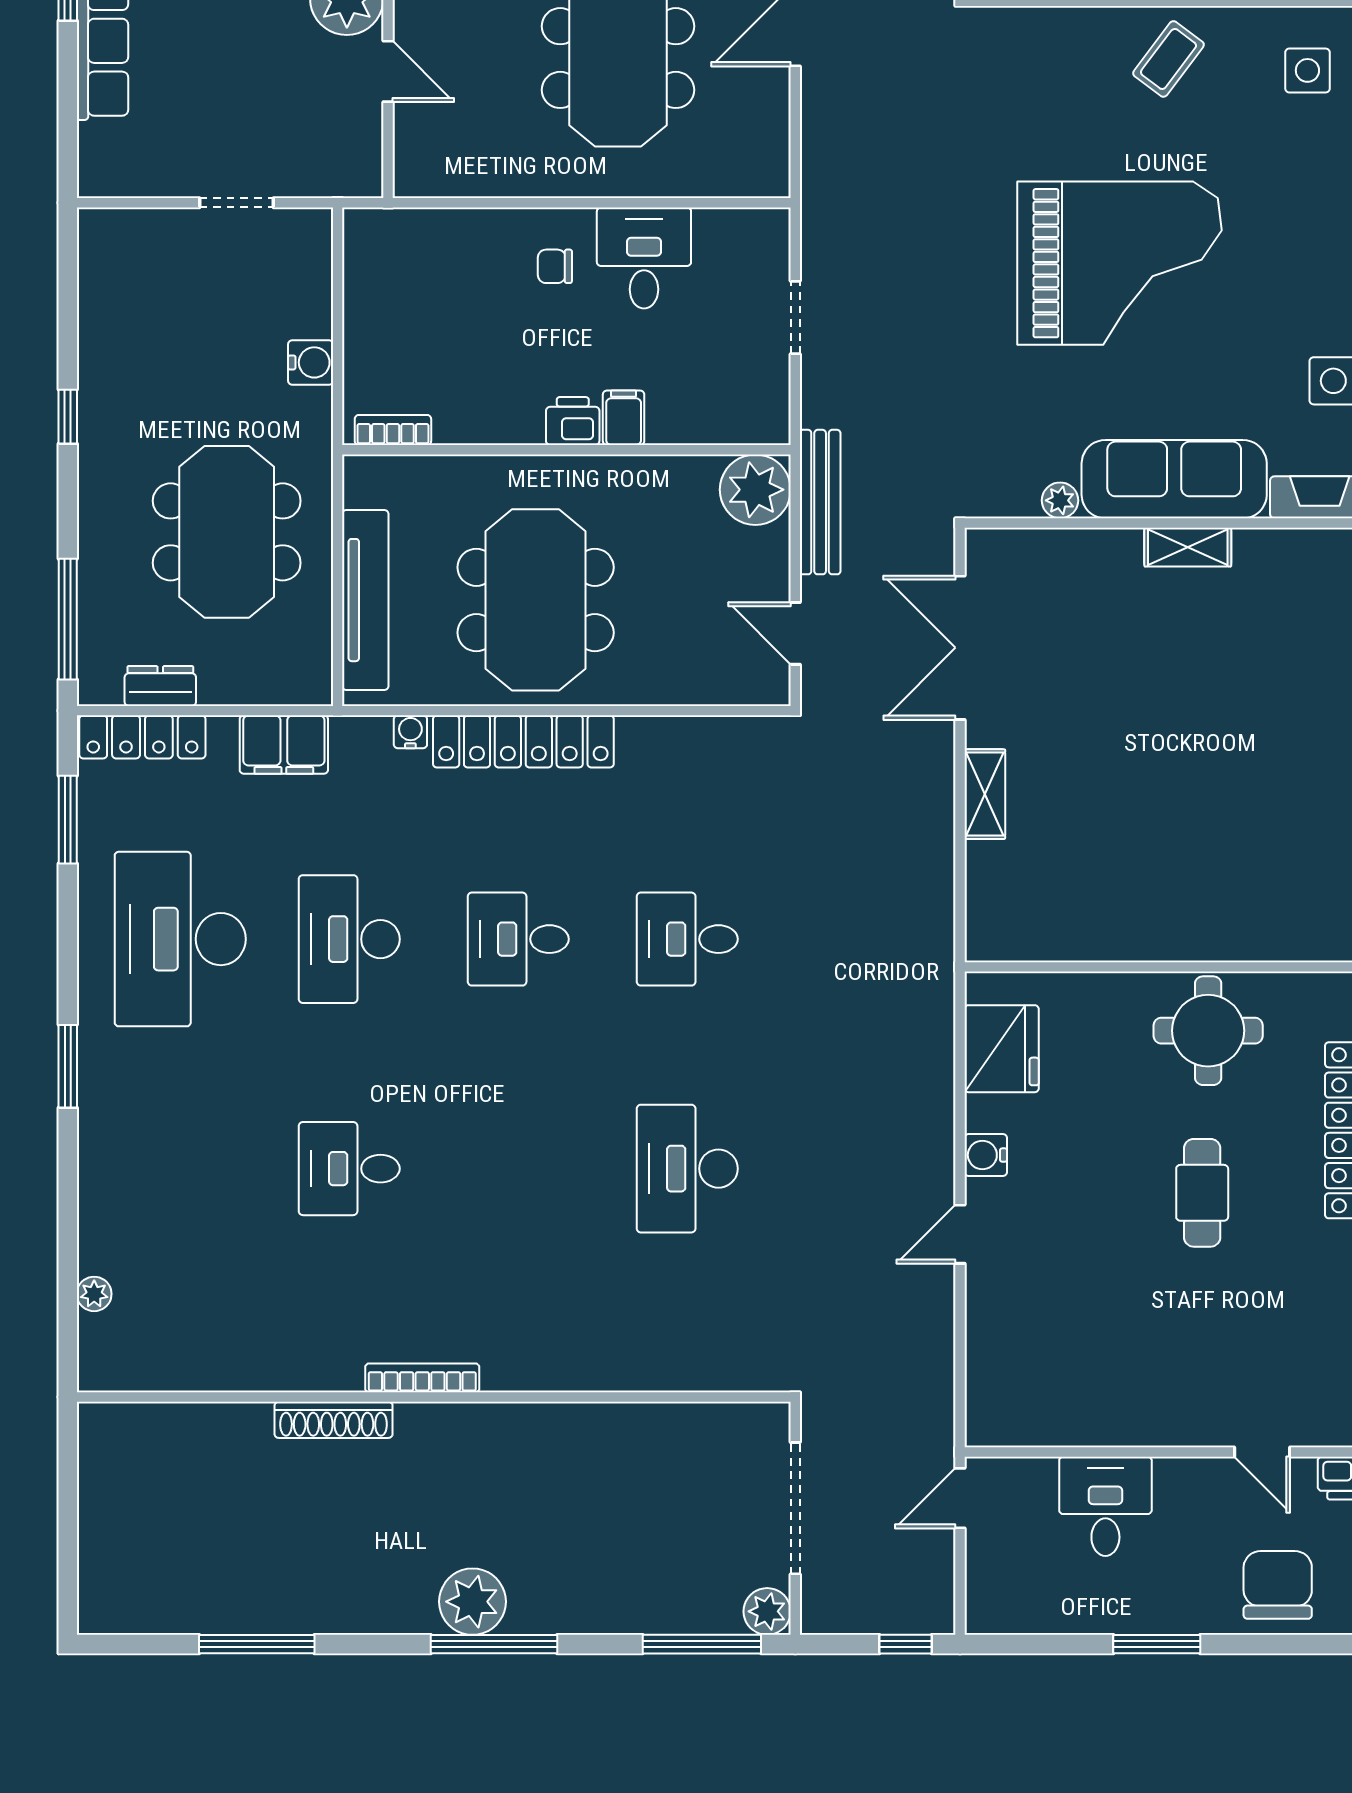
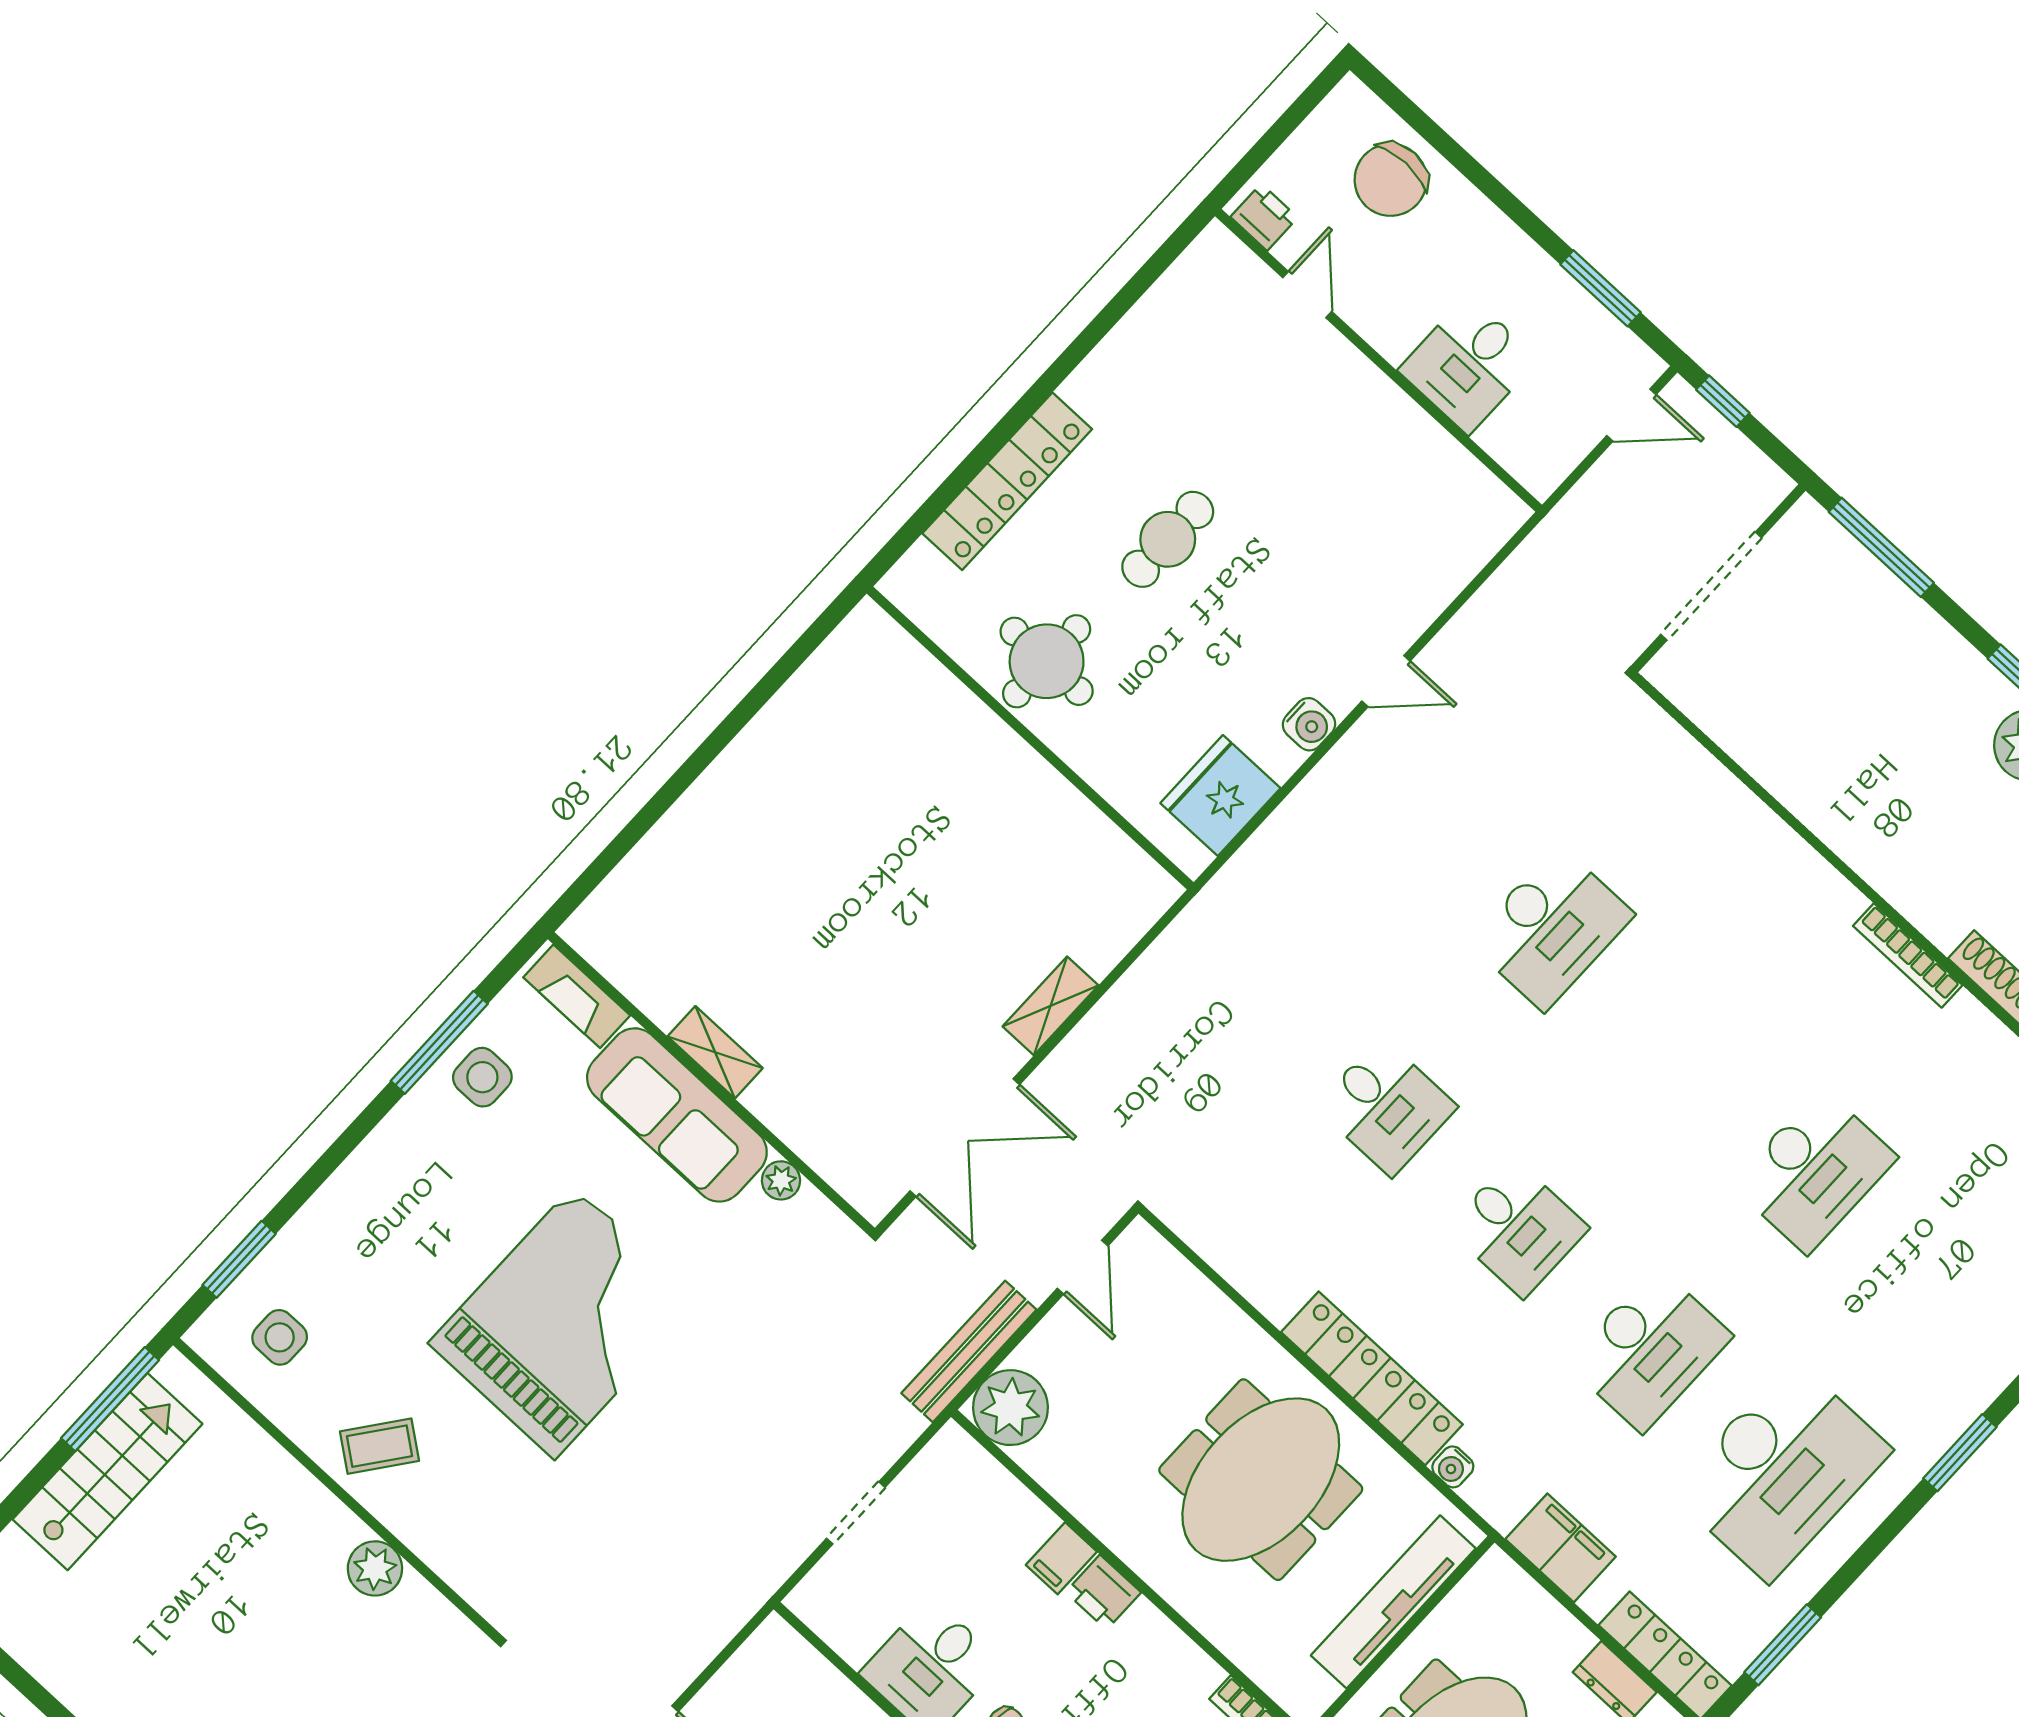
grand piano: (1120, 263) -> (564, 1322), turned 90
desk: (349, 1169) -> (1814, 1171), width x1.37
door: (960, 1498) -> (1631, 415), moved
plant: (767, 1611) -> (1807, 526), removed
window: (1157, 1644) -> (1601, 288), moved

